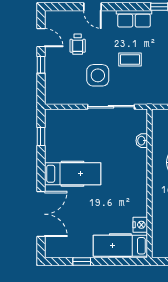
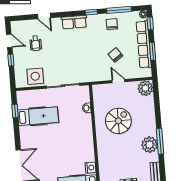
coffee table: (130, 59) -> (74, 51), removed
side table: (98, 75) -> (35, 76), moved
hospital bed: (73, 174) -> (38, 116), moved

